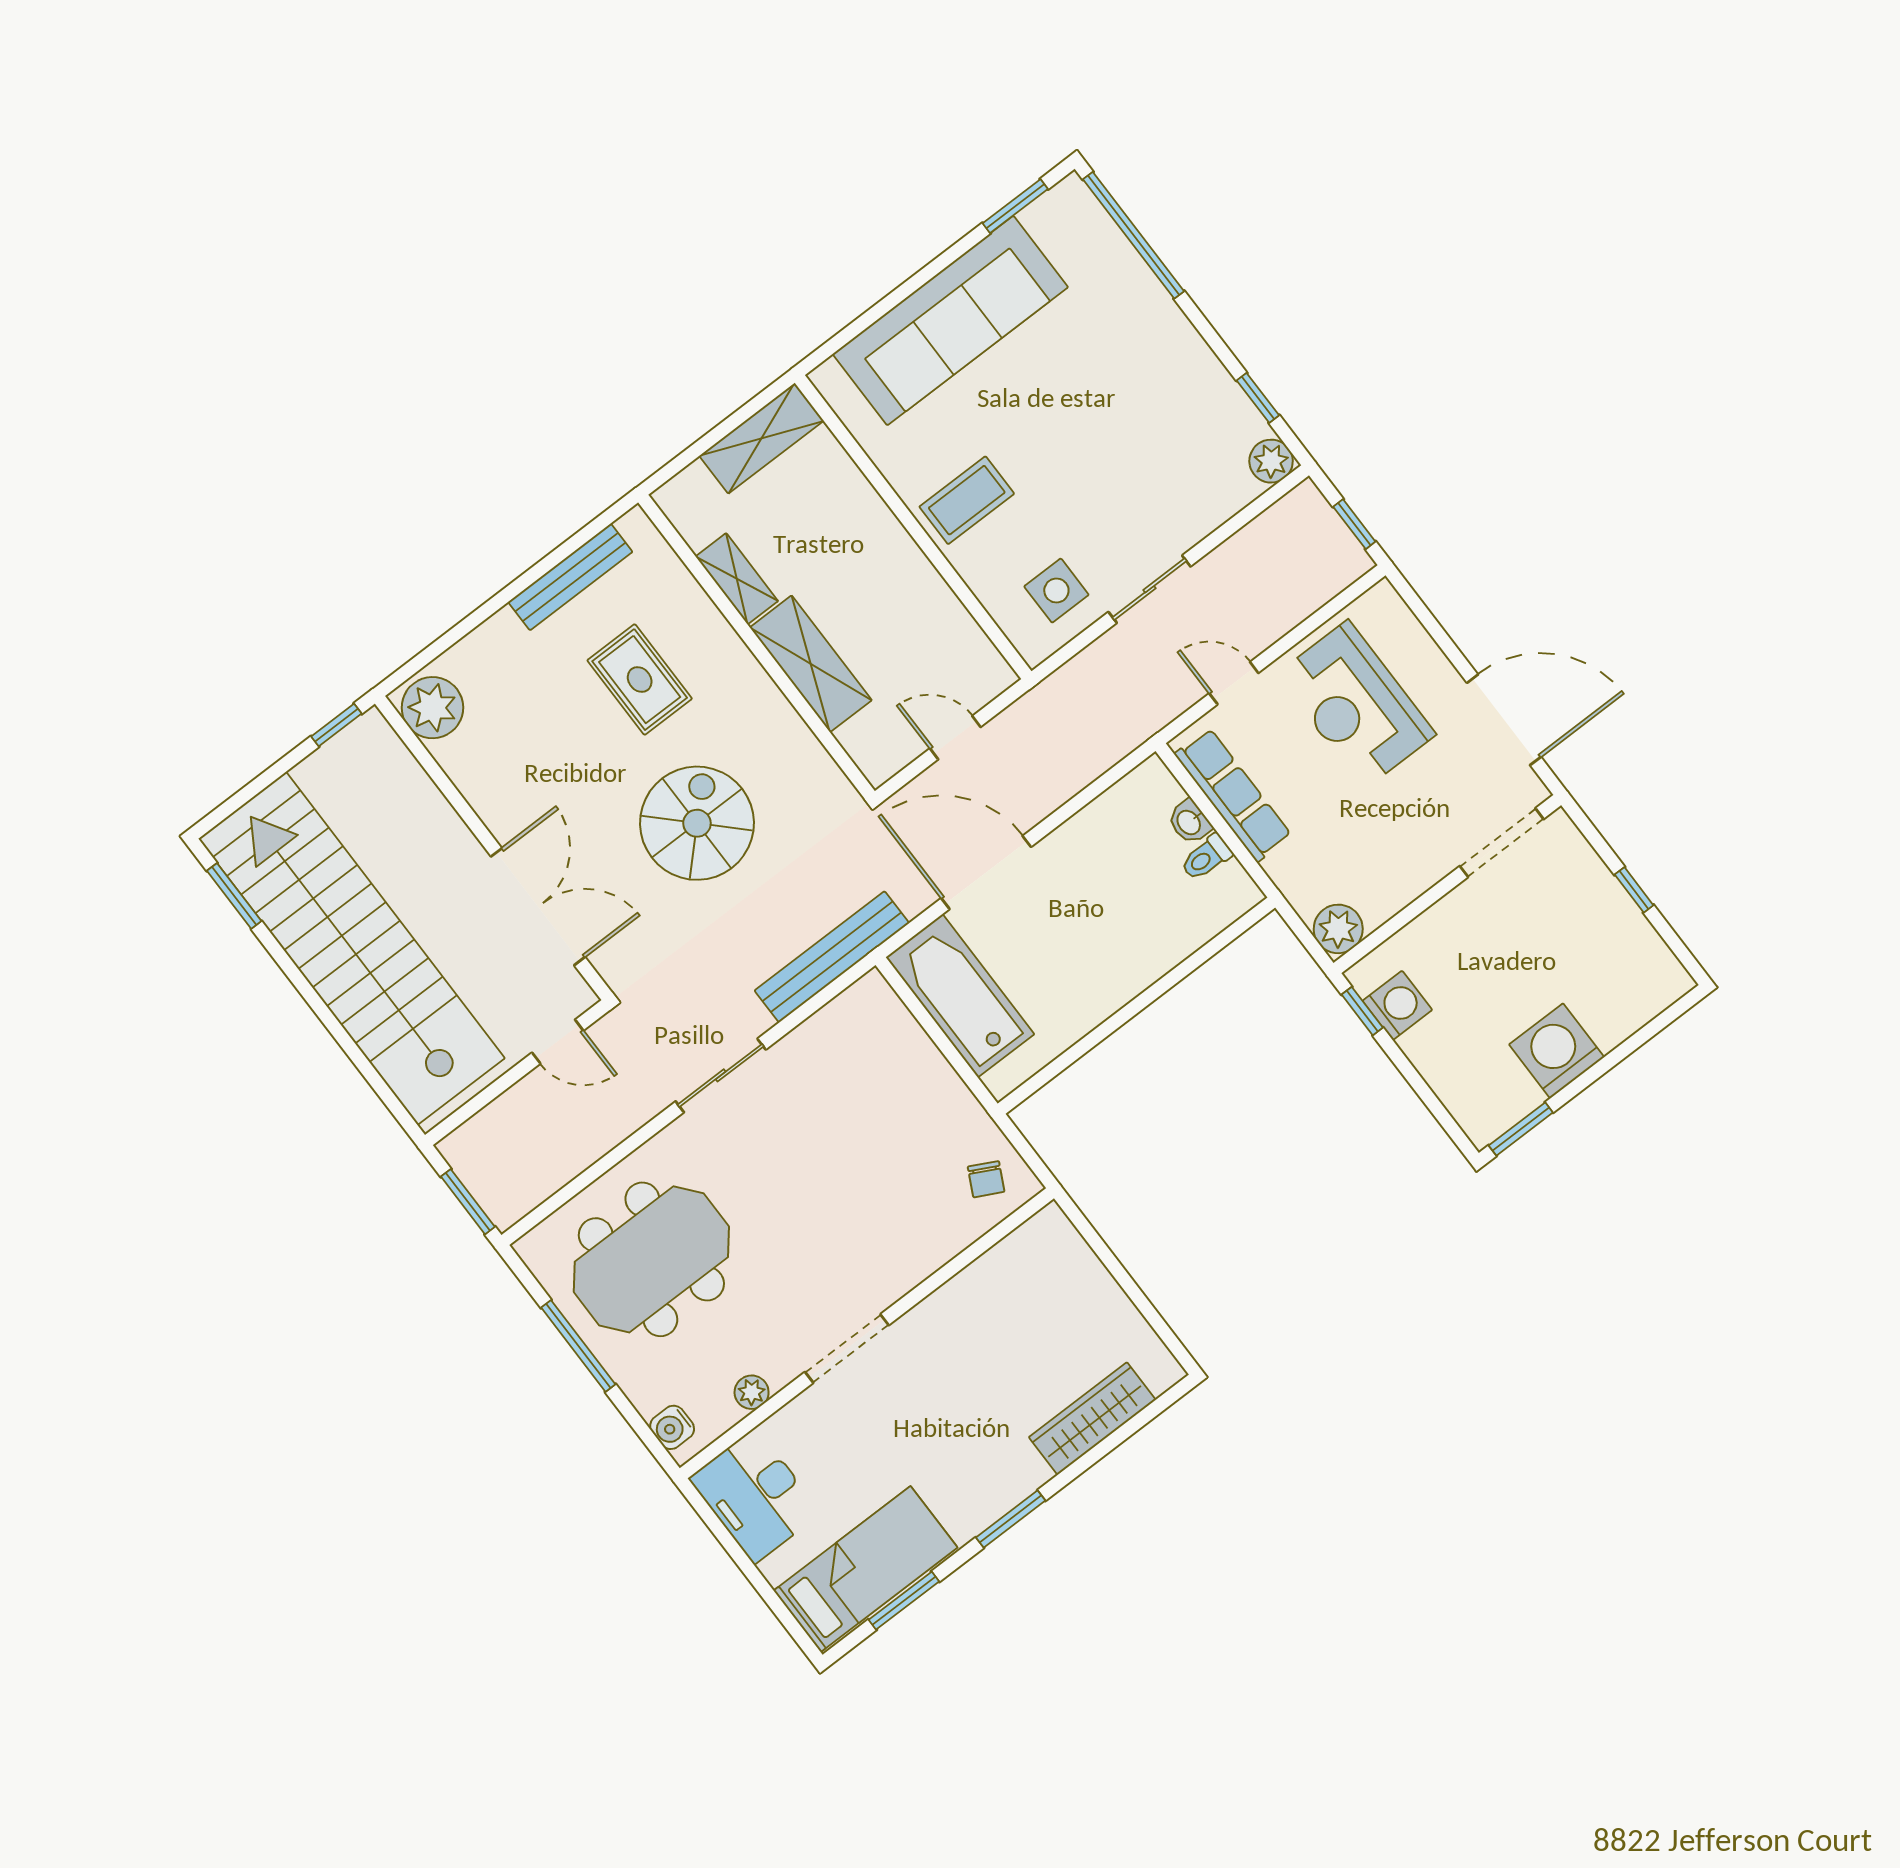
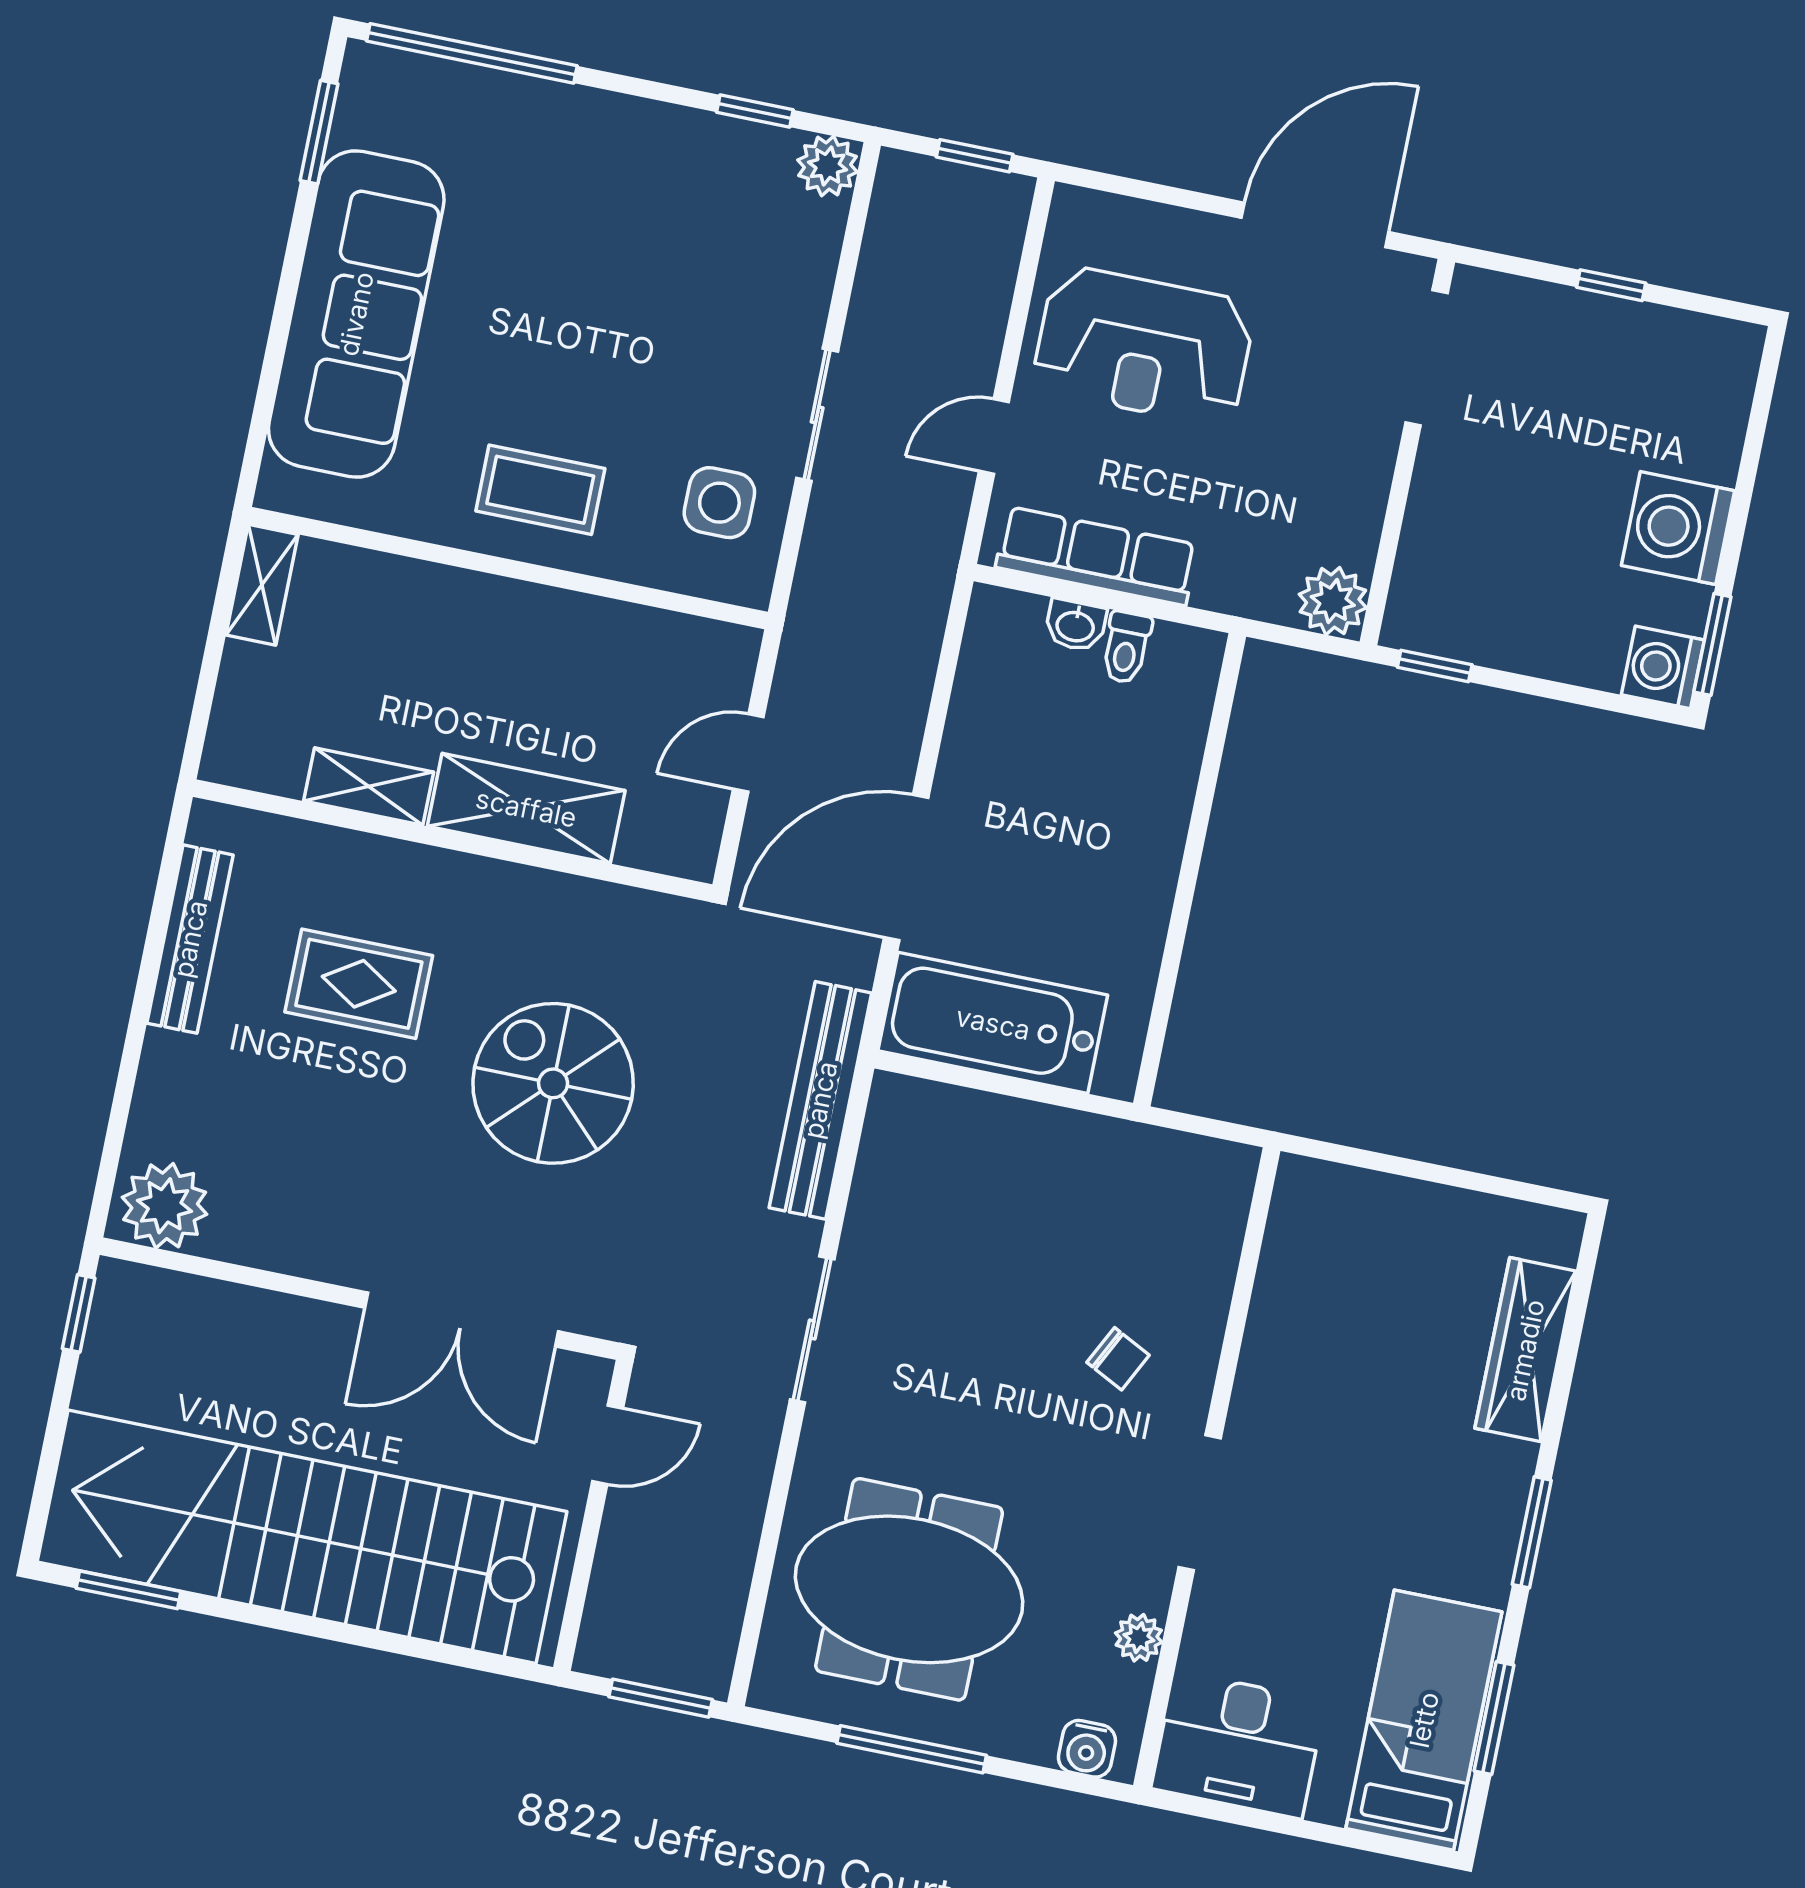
shelving: (762, 438) -> (262, 585), width x0.67, depth x0.75
coffee table: (967, 500) -> (540, 490), turned 90
double door: (538, 907) -> (462, 1319), swing flipped
washing machine: (1397, 1005) -> (1663, 667), moved, turned -90
chair: (986, 1179) -> (1118, 1359), moved
meeting table: (651, 1259) -> (909, 1589), turned 90

